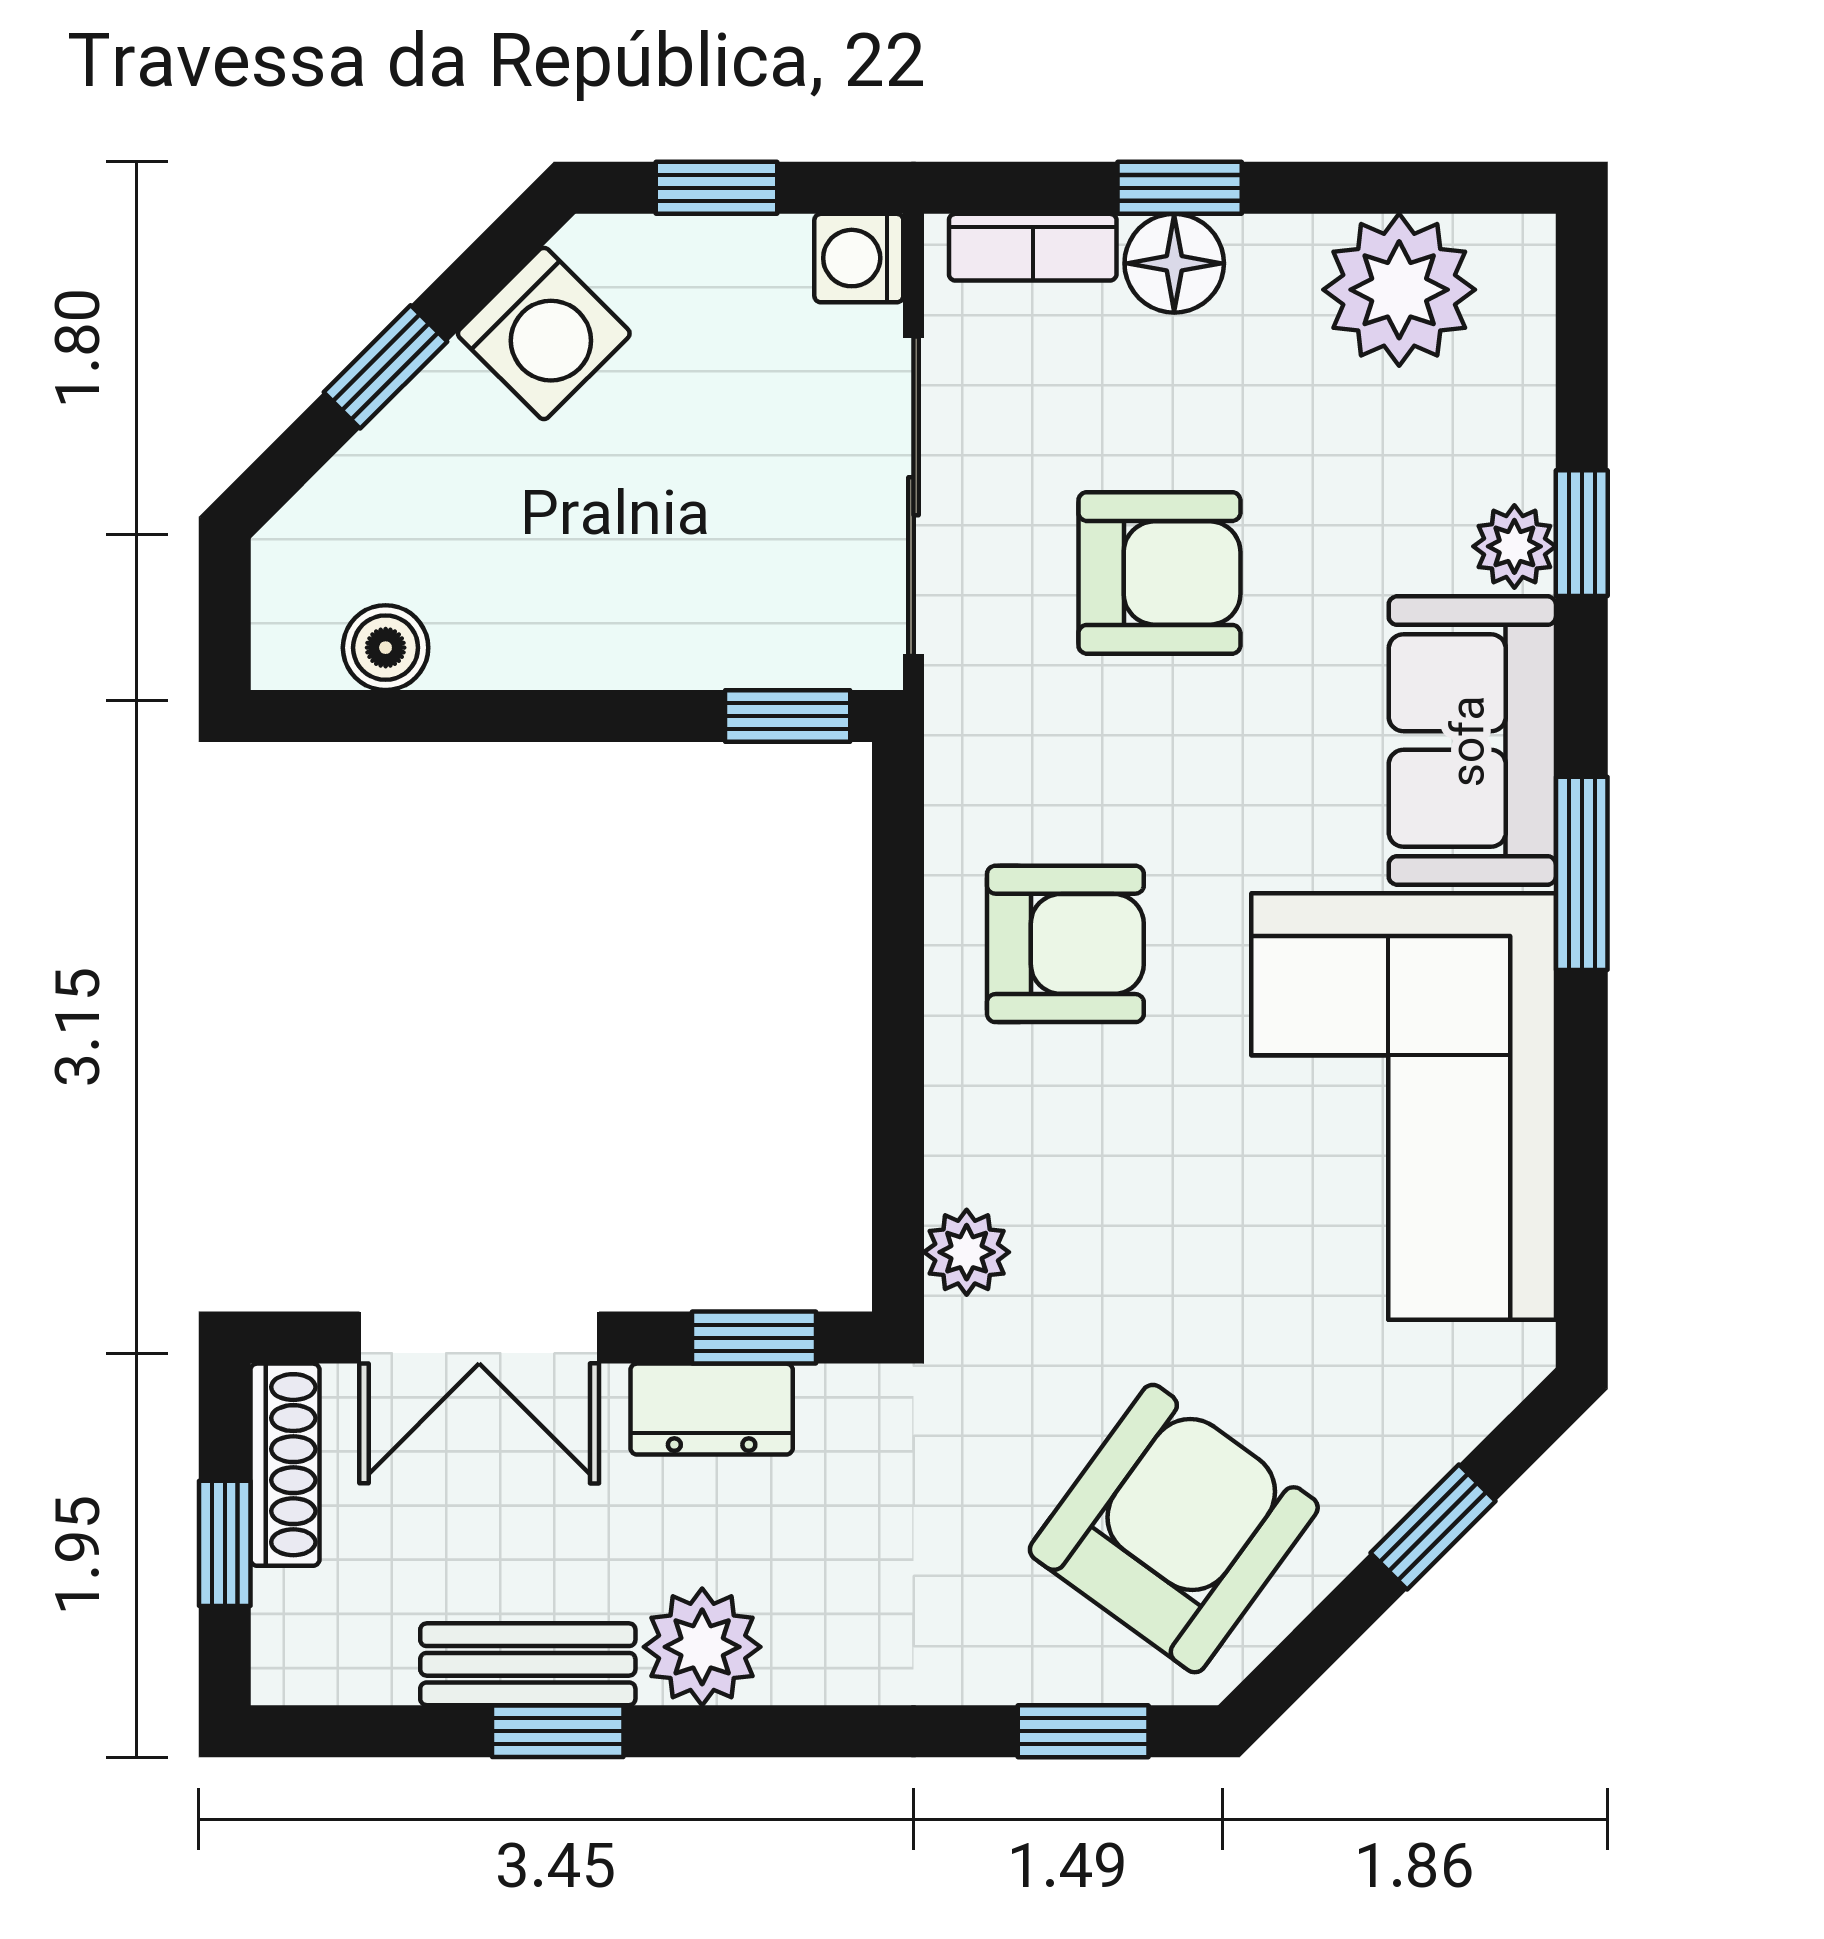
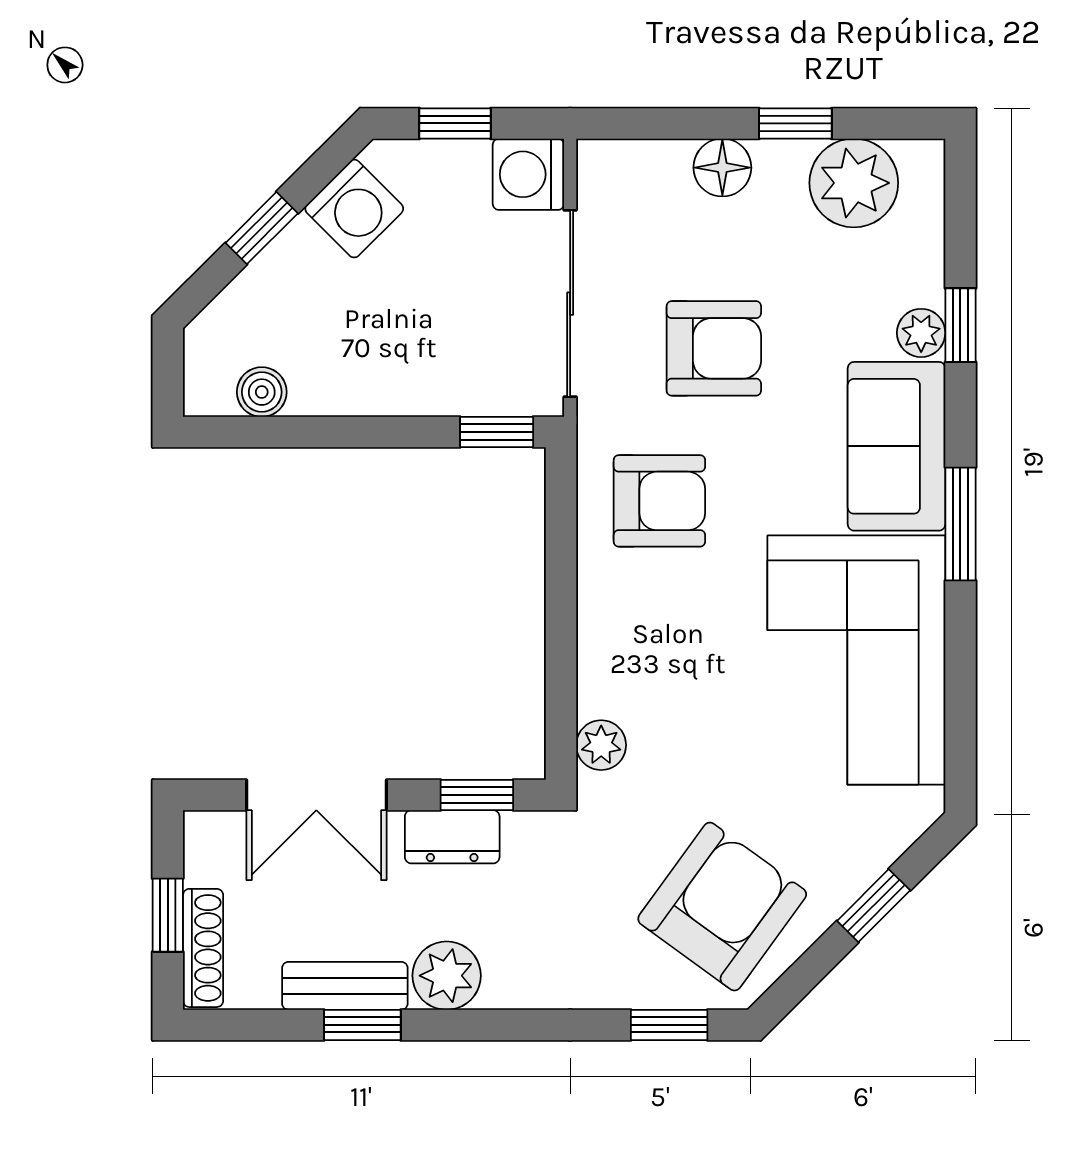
window: (1180, 188) -> (795, 123), moved
bookcase: (1033, 247) -> (640, 158), removed
washing machine: (859, 258) -> (528, 174), width x1.38, depth x1.38
armchair: (1065, 944) -> (659, 501), moved
shoe rack: (285, 1465) -> (203, 948), moved

